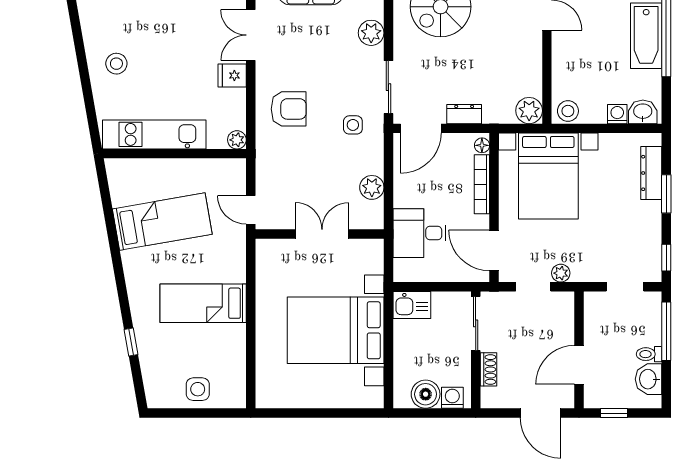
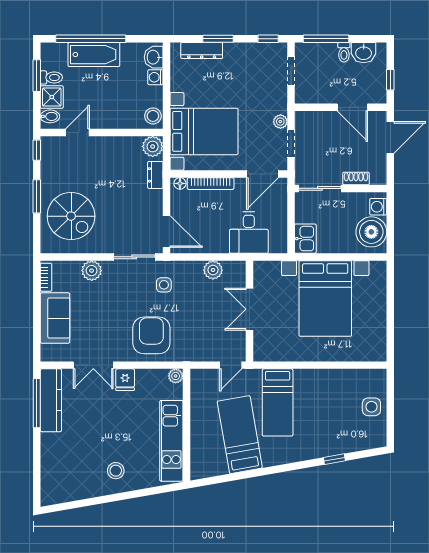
armchair: (289, 109) -> (151, 335), width x1.36, depth x1.36
dresser: (464, 114) -> (155, 175), moved
bed: (203, 303) -> (278, 402), moved
boiler: (426, 394) -> (371, 232), width x1.37, depth x1.37

